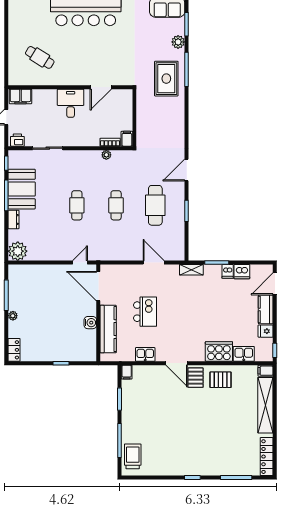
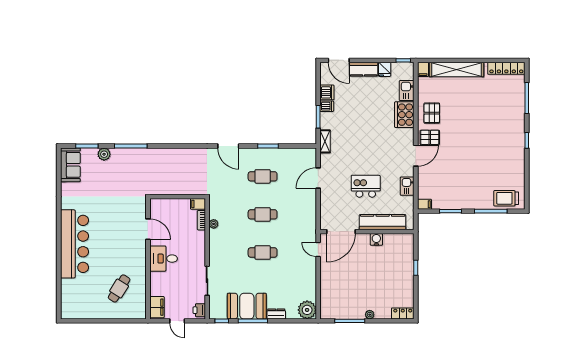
rug: (166, 79) -> (140, 166), removed
cafe table: (155, 205) -> (263, 176), width x0.73, depth x0.74

